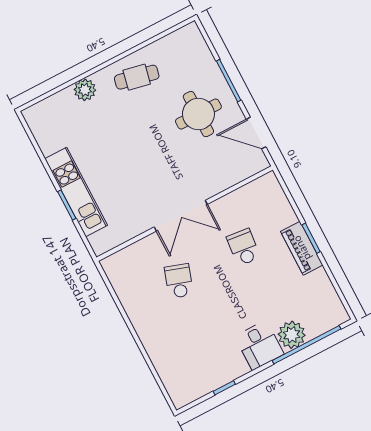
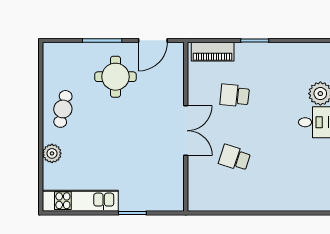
kitchen unit: (76, 192) -> (80, 201), moved
piano: (302, 248) -> (213, 52), moved

